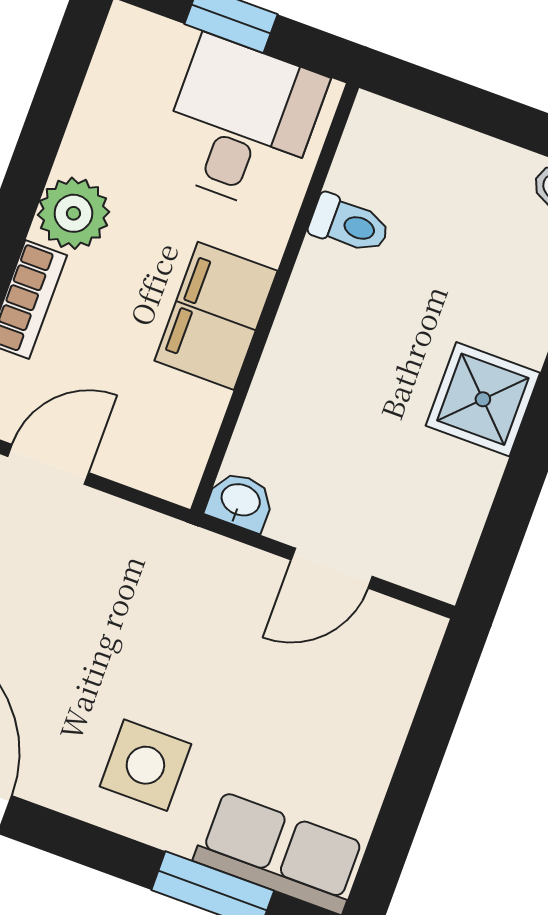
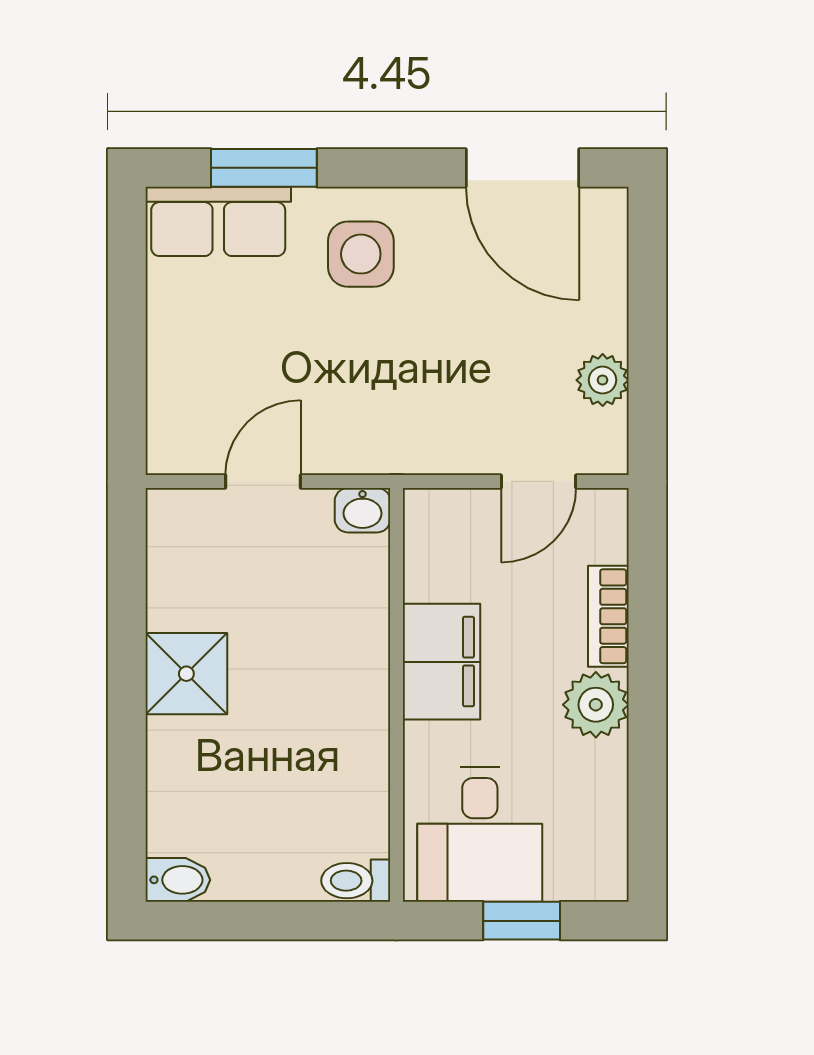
toilet: (349, 224) -> (356, 881), moved

